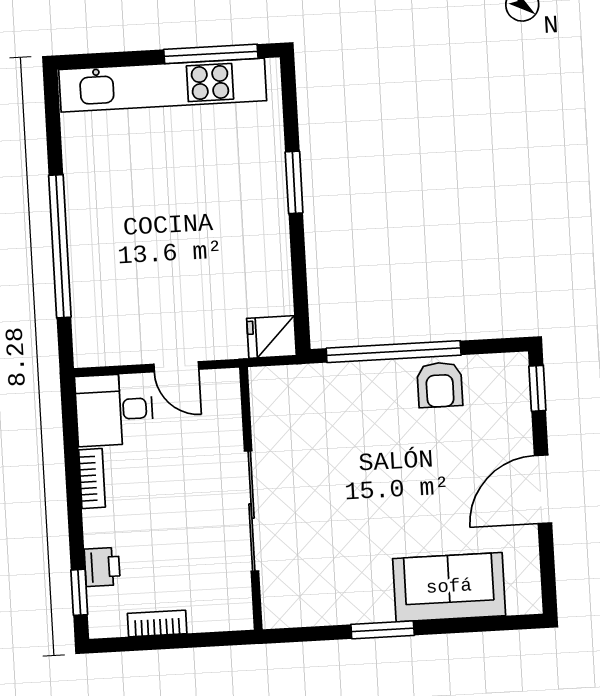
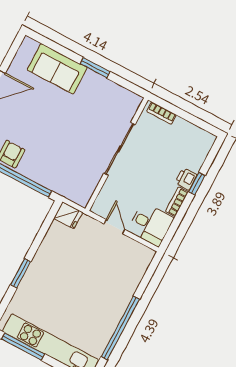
window: (60, 246) -> (120, 328), moved
printer: (102, 567) -> (186, 179), moved
window: (79, 592) -> (197, 184), moved
bookcase: (157, 623) -> (161, 113), moved

